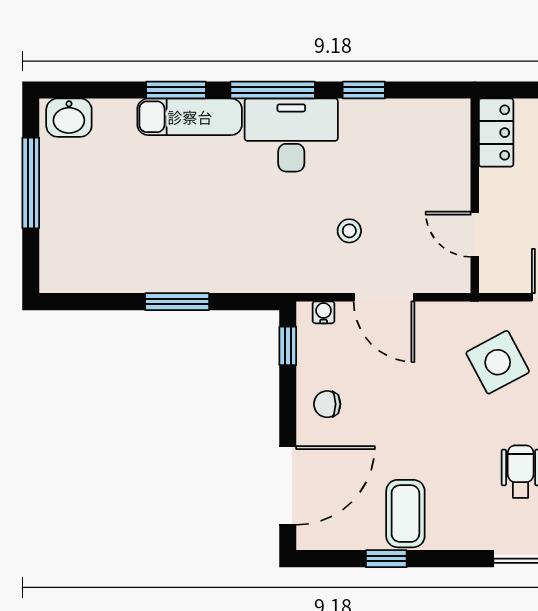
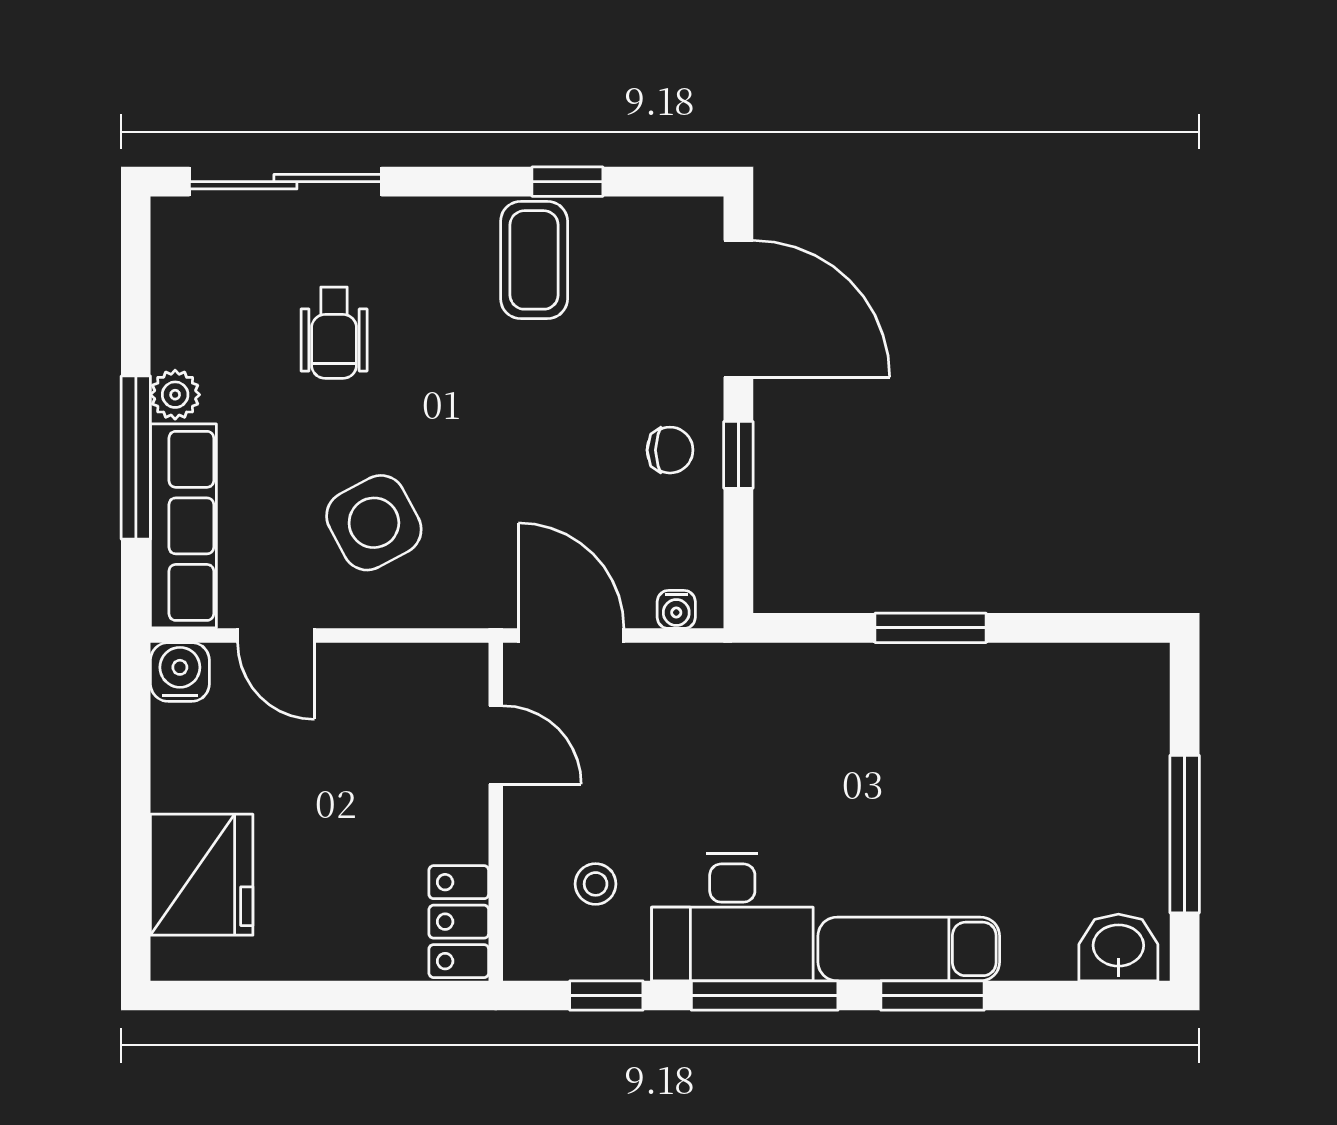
locker: (496, 133) -> (459, 922), moved
wall: (475, 196) -> (496, 812), moved
stool: (349, 231) -> (596, 884), moved
door: (475, 234) -> (496, 745), moved
window: (288, 346) -> (738, 455), moved
door: (288, 485) -> (738, 309), swing flipped

